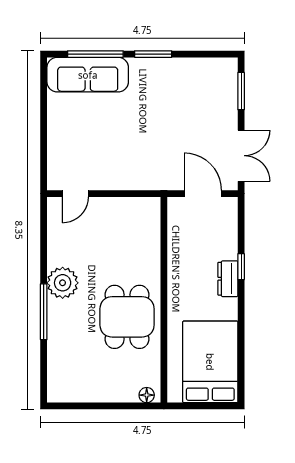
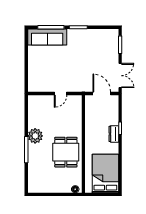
door: (75, 194) -> (60, 93), moved

